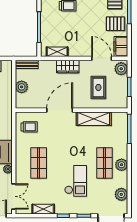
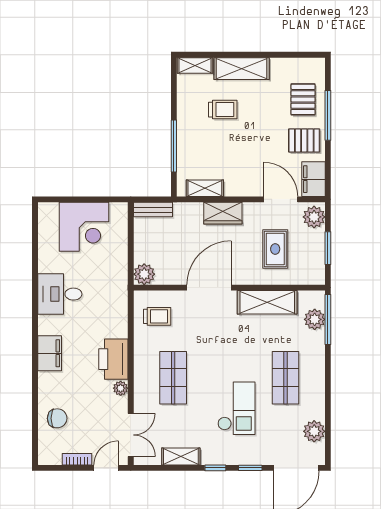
plant: (22, 87) -> (144, 274), moved
plant: (122, 165) -> (315, 319), moved

